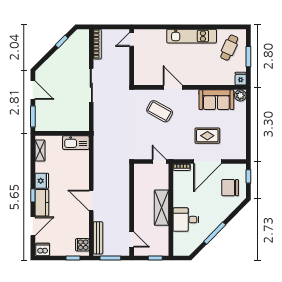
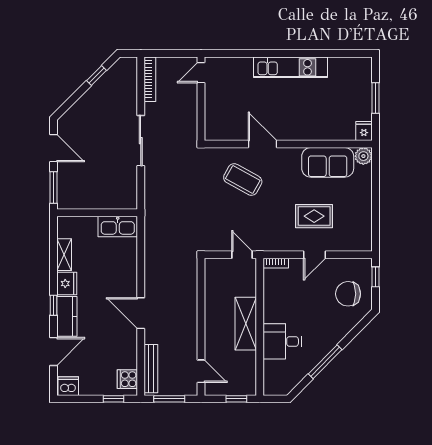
cafe table: (229, 48) -> (347, 85), removed
shelving: (40, 150) -> (64, 255), moved
door: (208, 161) -> (314, 255), width x0.53

